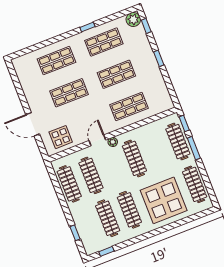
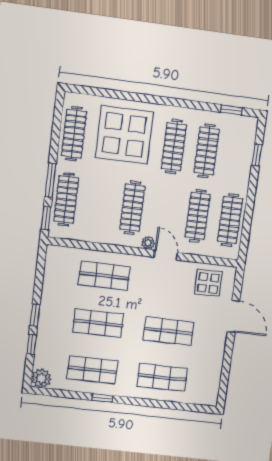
window: (146, 26) -> (32, 344), moved
door: (97, 140) -> (166, 255), swing flipped

